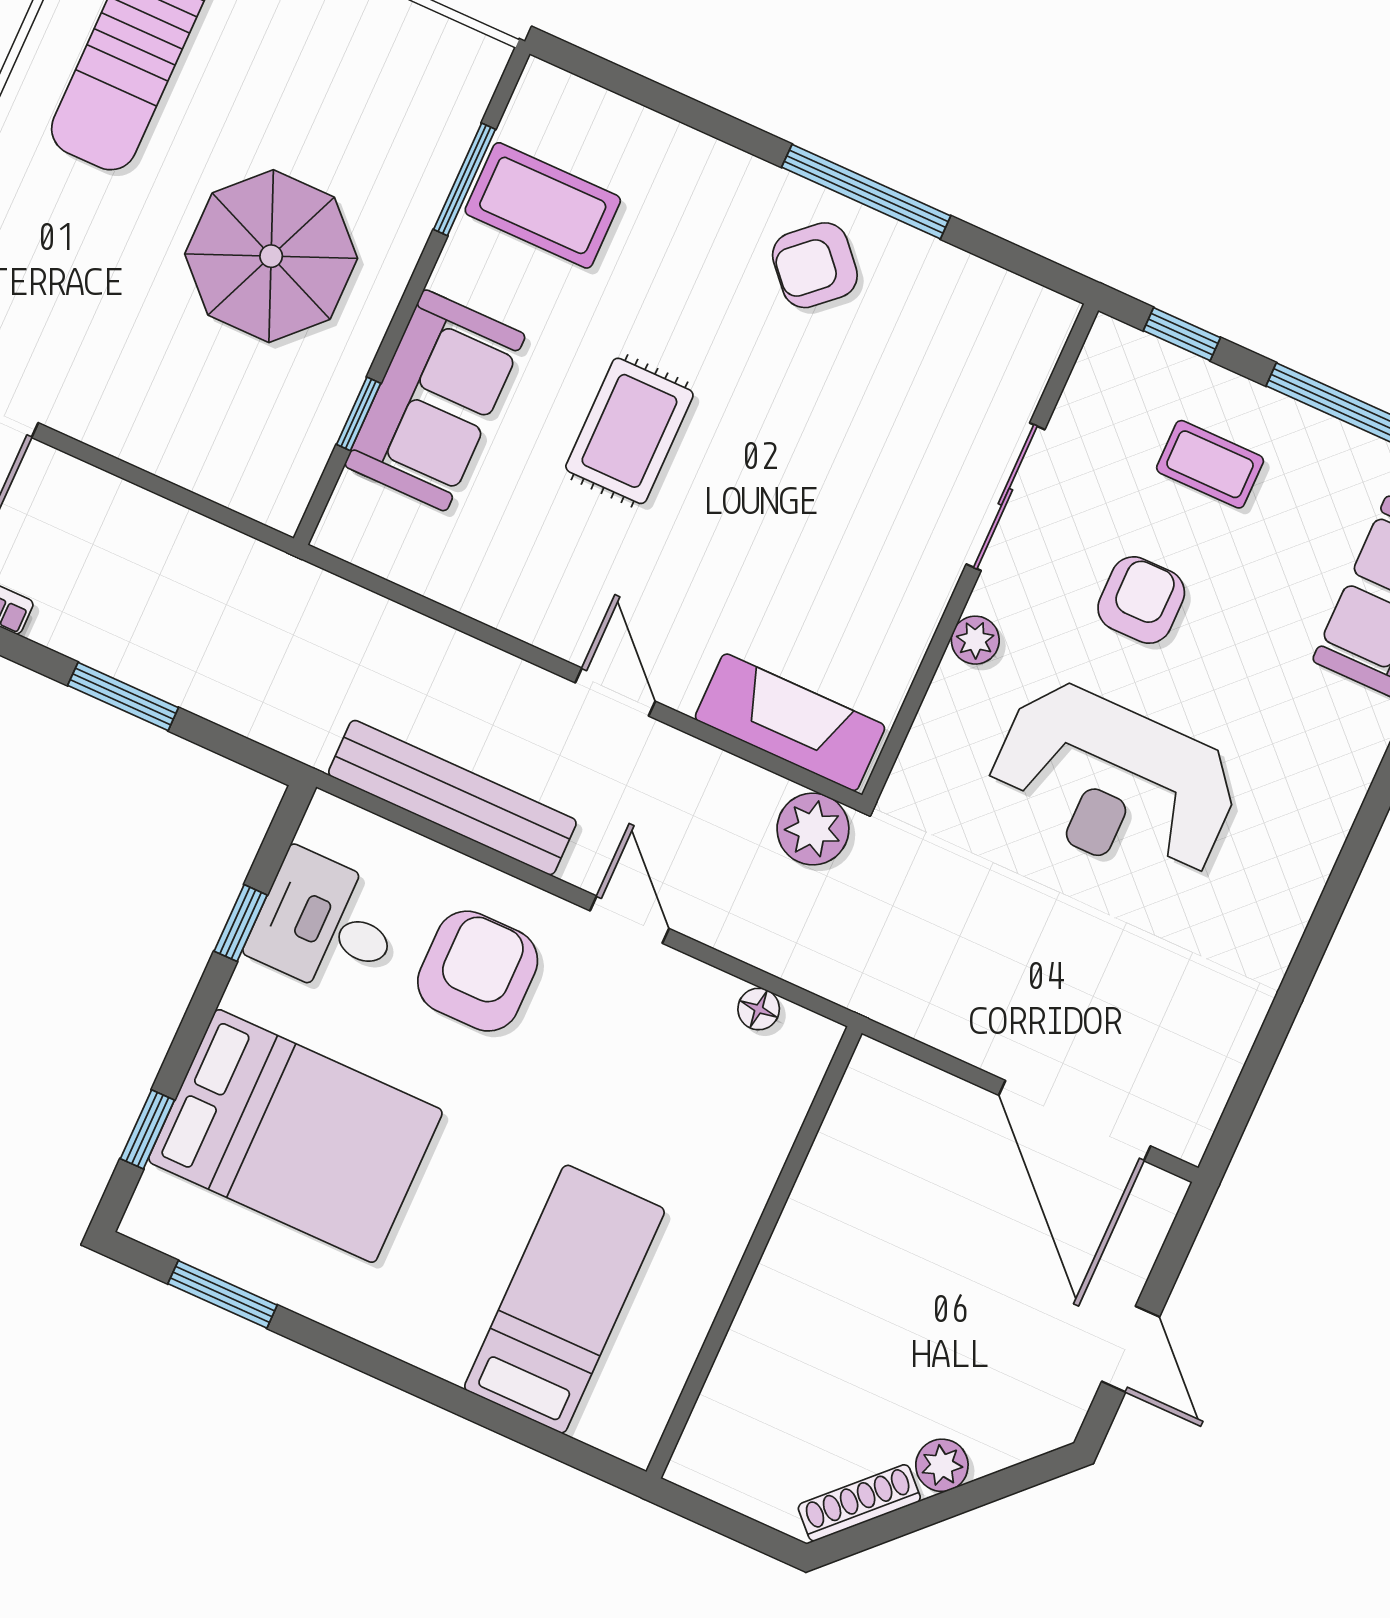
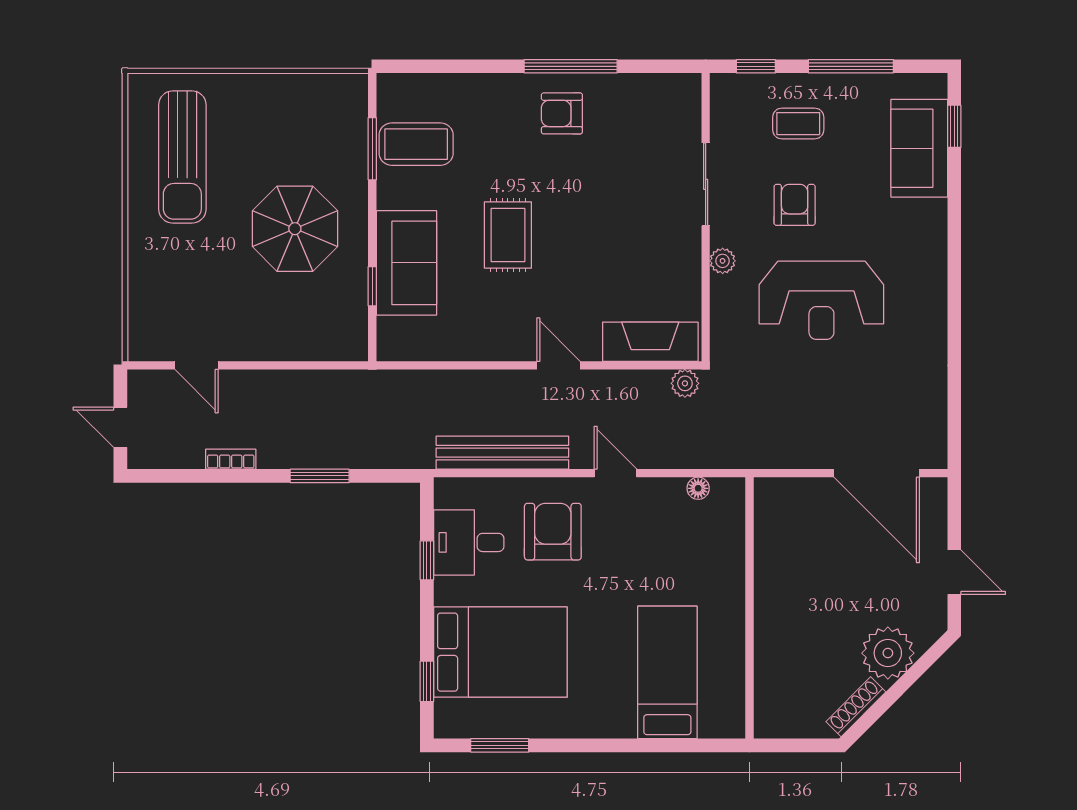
armchair: (815, 265) -> (562, 113), turned 42
plant: (813, 829) -> (685, 383), width x0.73, depth x0.73
plant: (942, 1465) -> (888, 653), width x1.88, depth x1.88

